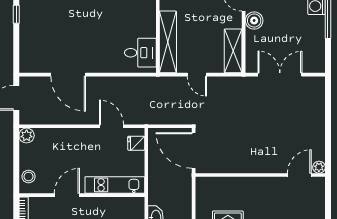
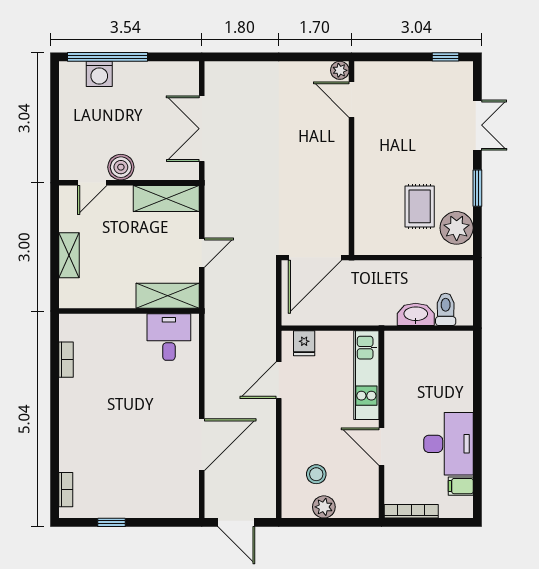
shelving: (168, 42) -> (168, 296), width x0.68
plant: (27, 136) -> (324, 507), moved
stool: (29, 176) -> (316, 474), moved

